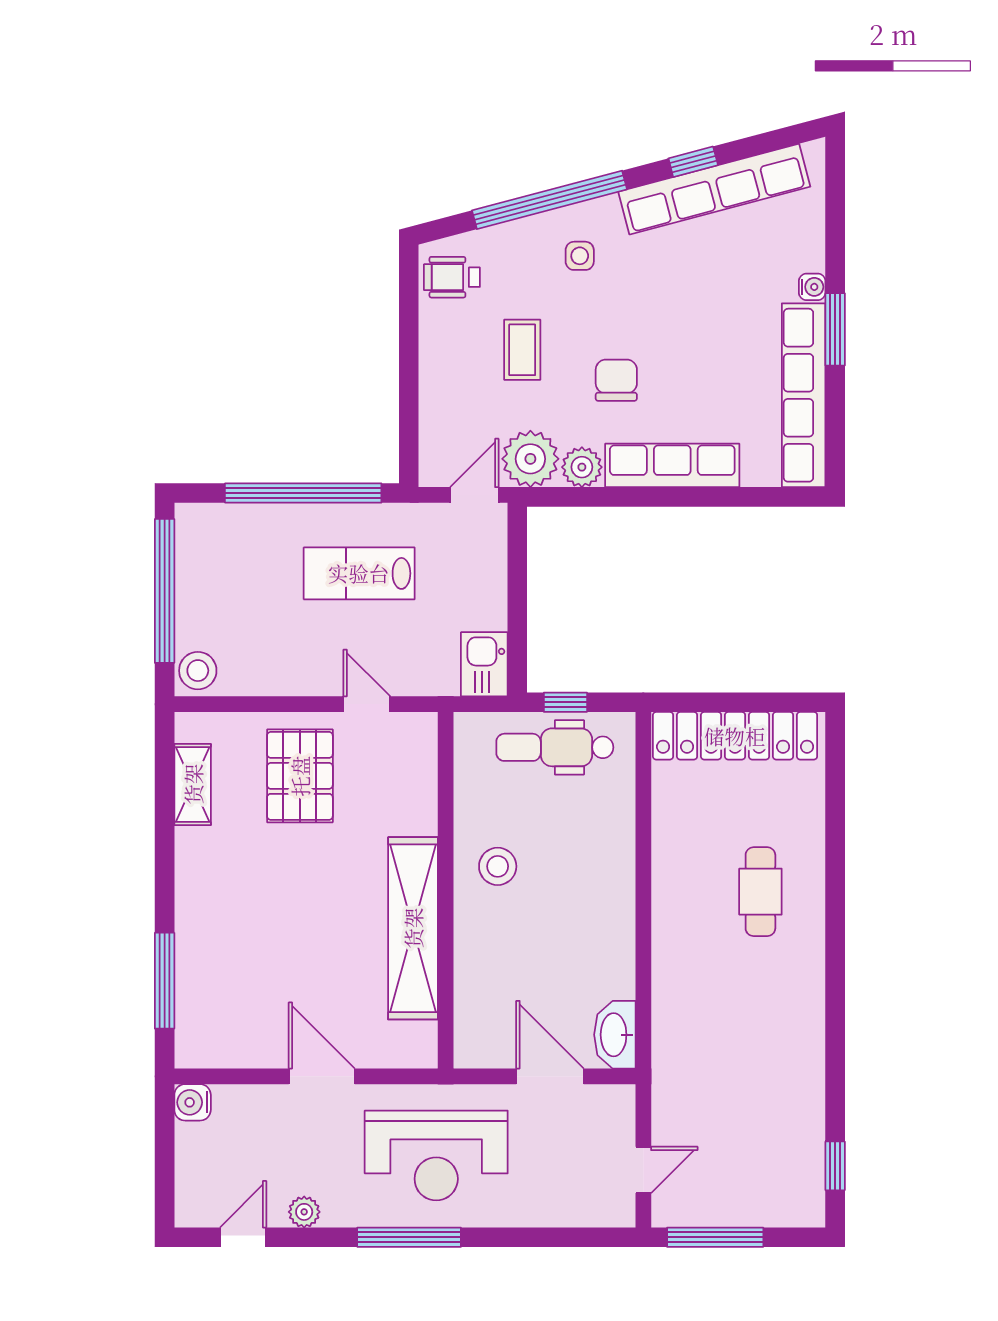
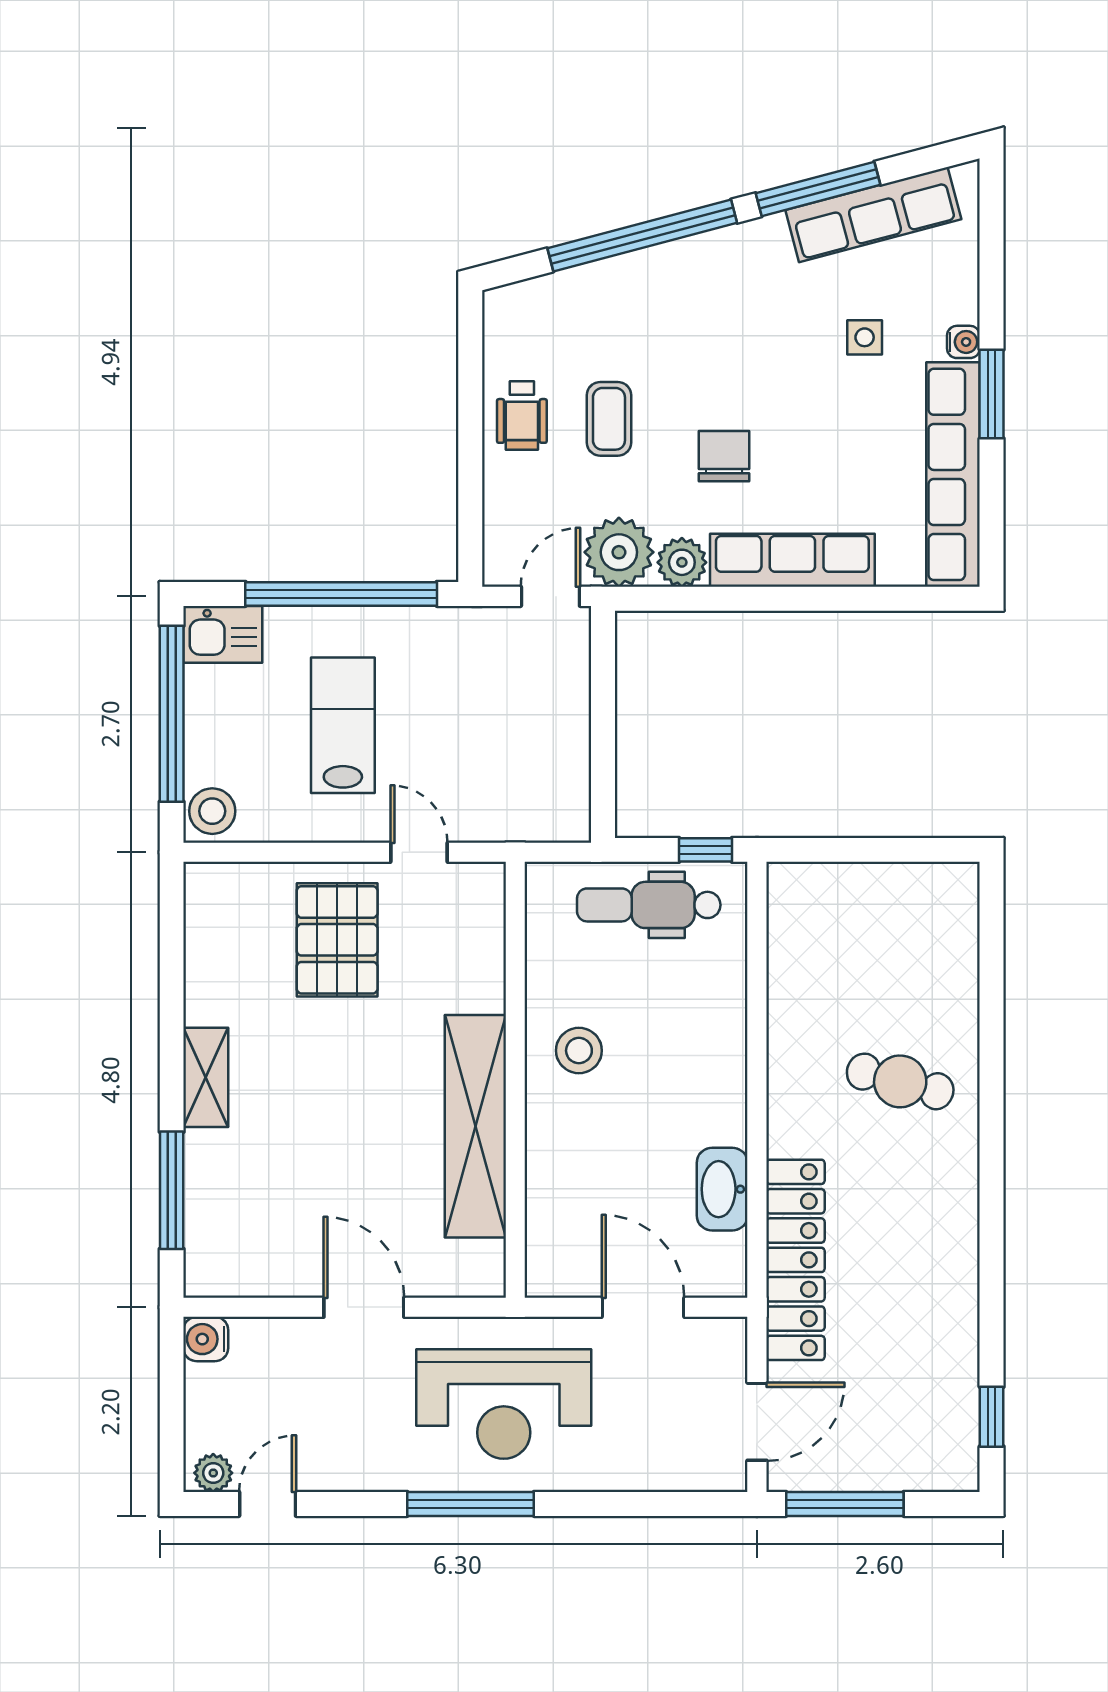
window: (693, 162) -> (818, 189), width x2.17
row of seats: (714, 189) -> (873, 215), width x0.73
side table: (580, 256) -> (865, 337), moved
wheelchair: (452, 277) -> (522, 415), moved, turned -90
lab bench: (359, 573) -> (343, 725), moved, turned 90
kitchen sink: (484, 664) -> (223, 634), moved, turned -90
window: (565, 702) -> (706, 850), moved
locker: (735, 736) -> (795, 1260), moved, turned -90
shelving: (193, 784) -> (206, 1077), moved
cafe table: (760, 892) -> (900, 1081), turned -75
washbasin: (615, 1035) -> (722, 1189), moved
door: (643, 1170) -> (757, 1422), width x1.38
plant: (304, 1212) -> (213, 1473), moved

